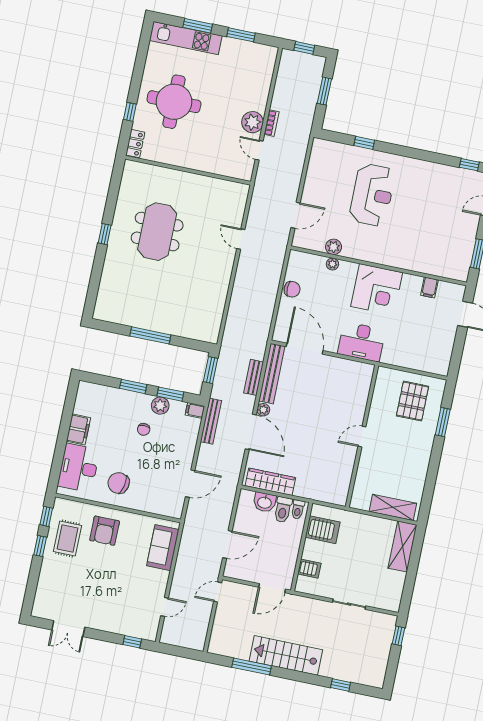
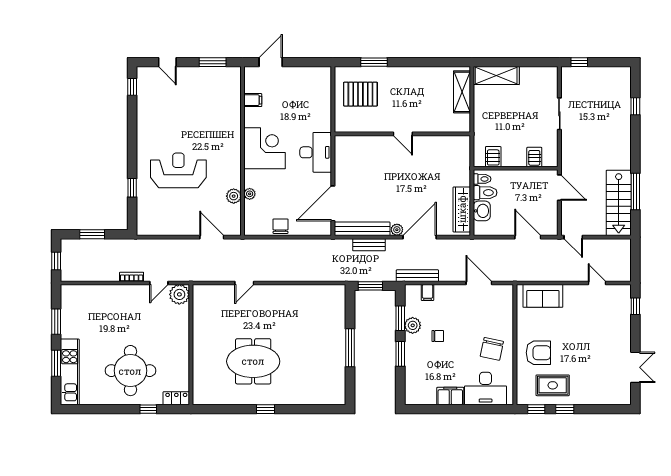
plant: (252, 122) -> (179, 294), moved
filing cabinet: (195, 410) -> (428, 292), moved
server rack: (323, 530) -> (493, 157), width x0.73, depth x0.70
stairs: (286, 655) -> (619, 203), moved

